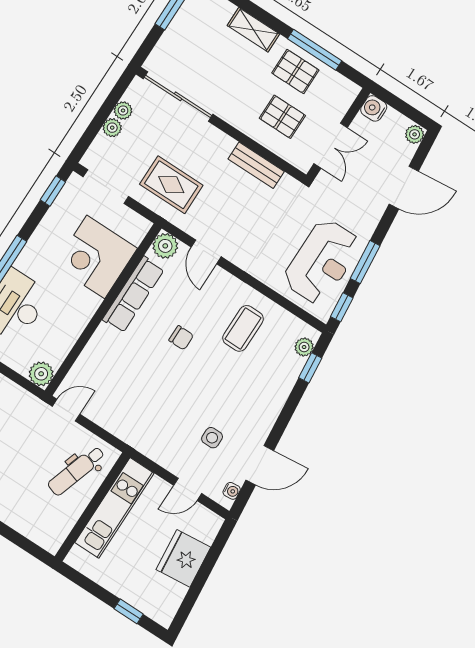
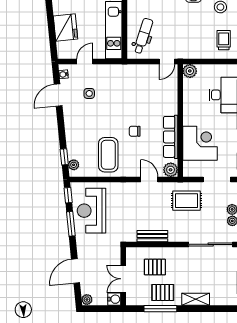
double door: (331, 146) -> (123, 279), moved
coffee table: (243, 328) -> (108, 155), width x1.36, depth x1.32

